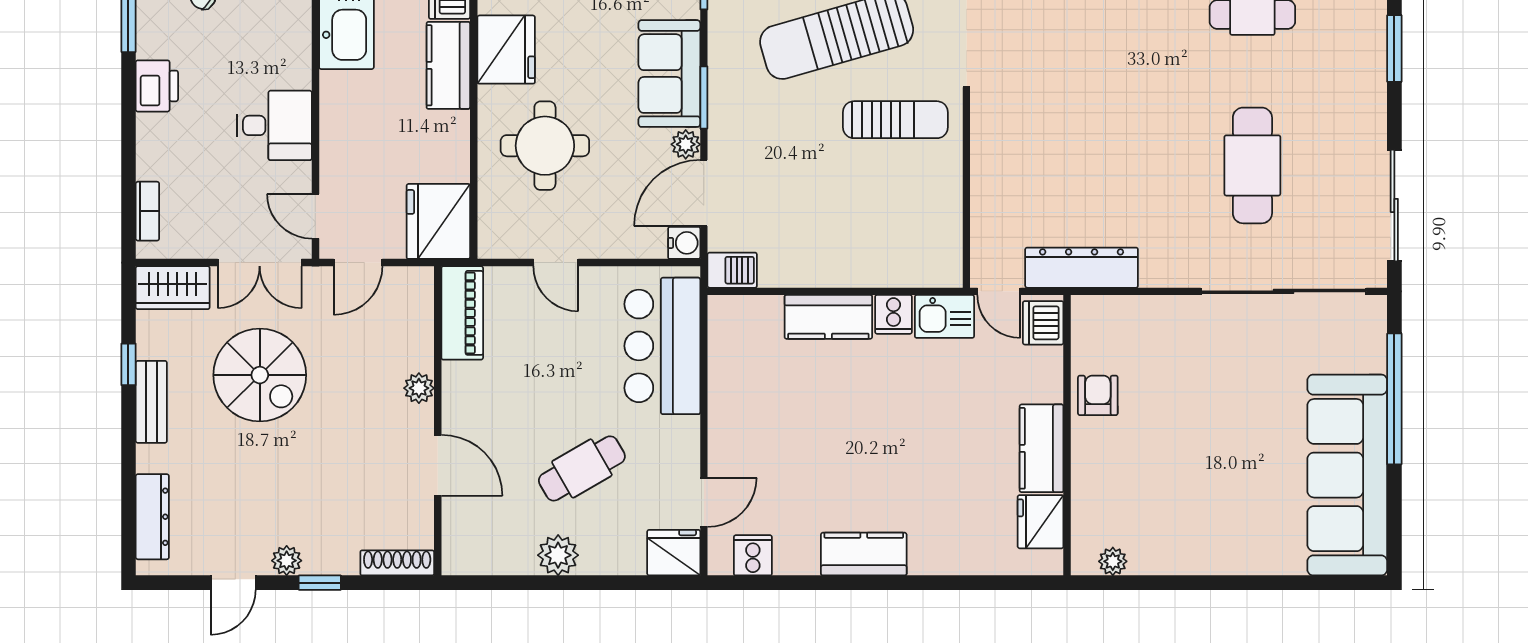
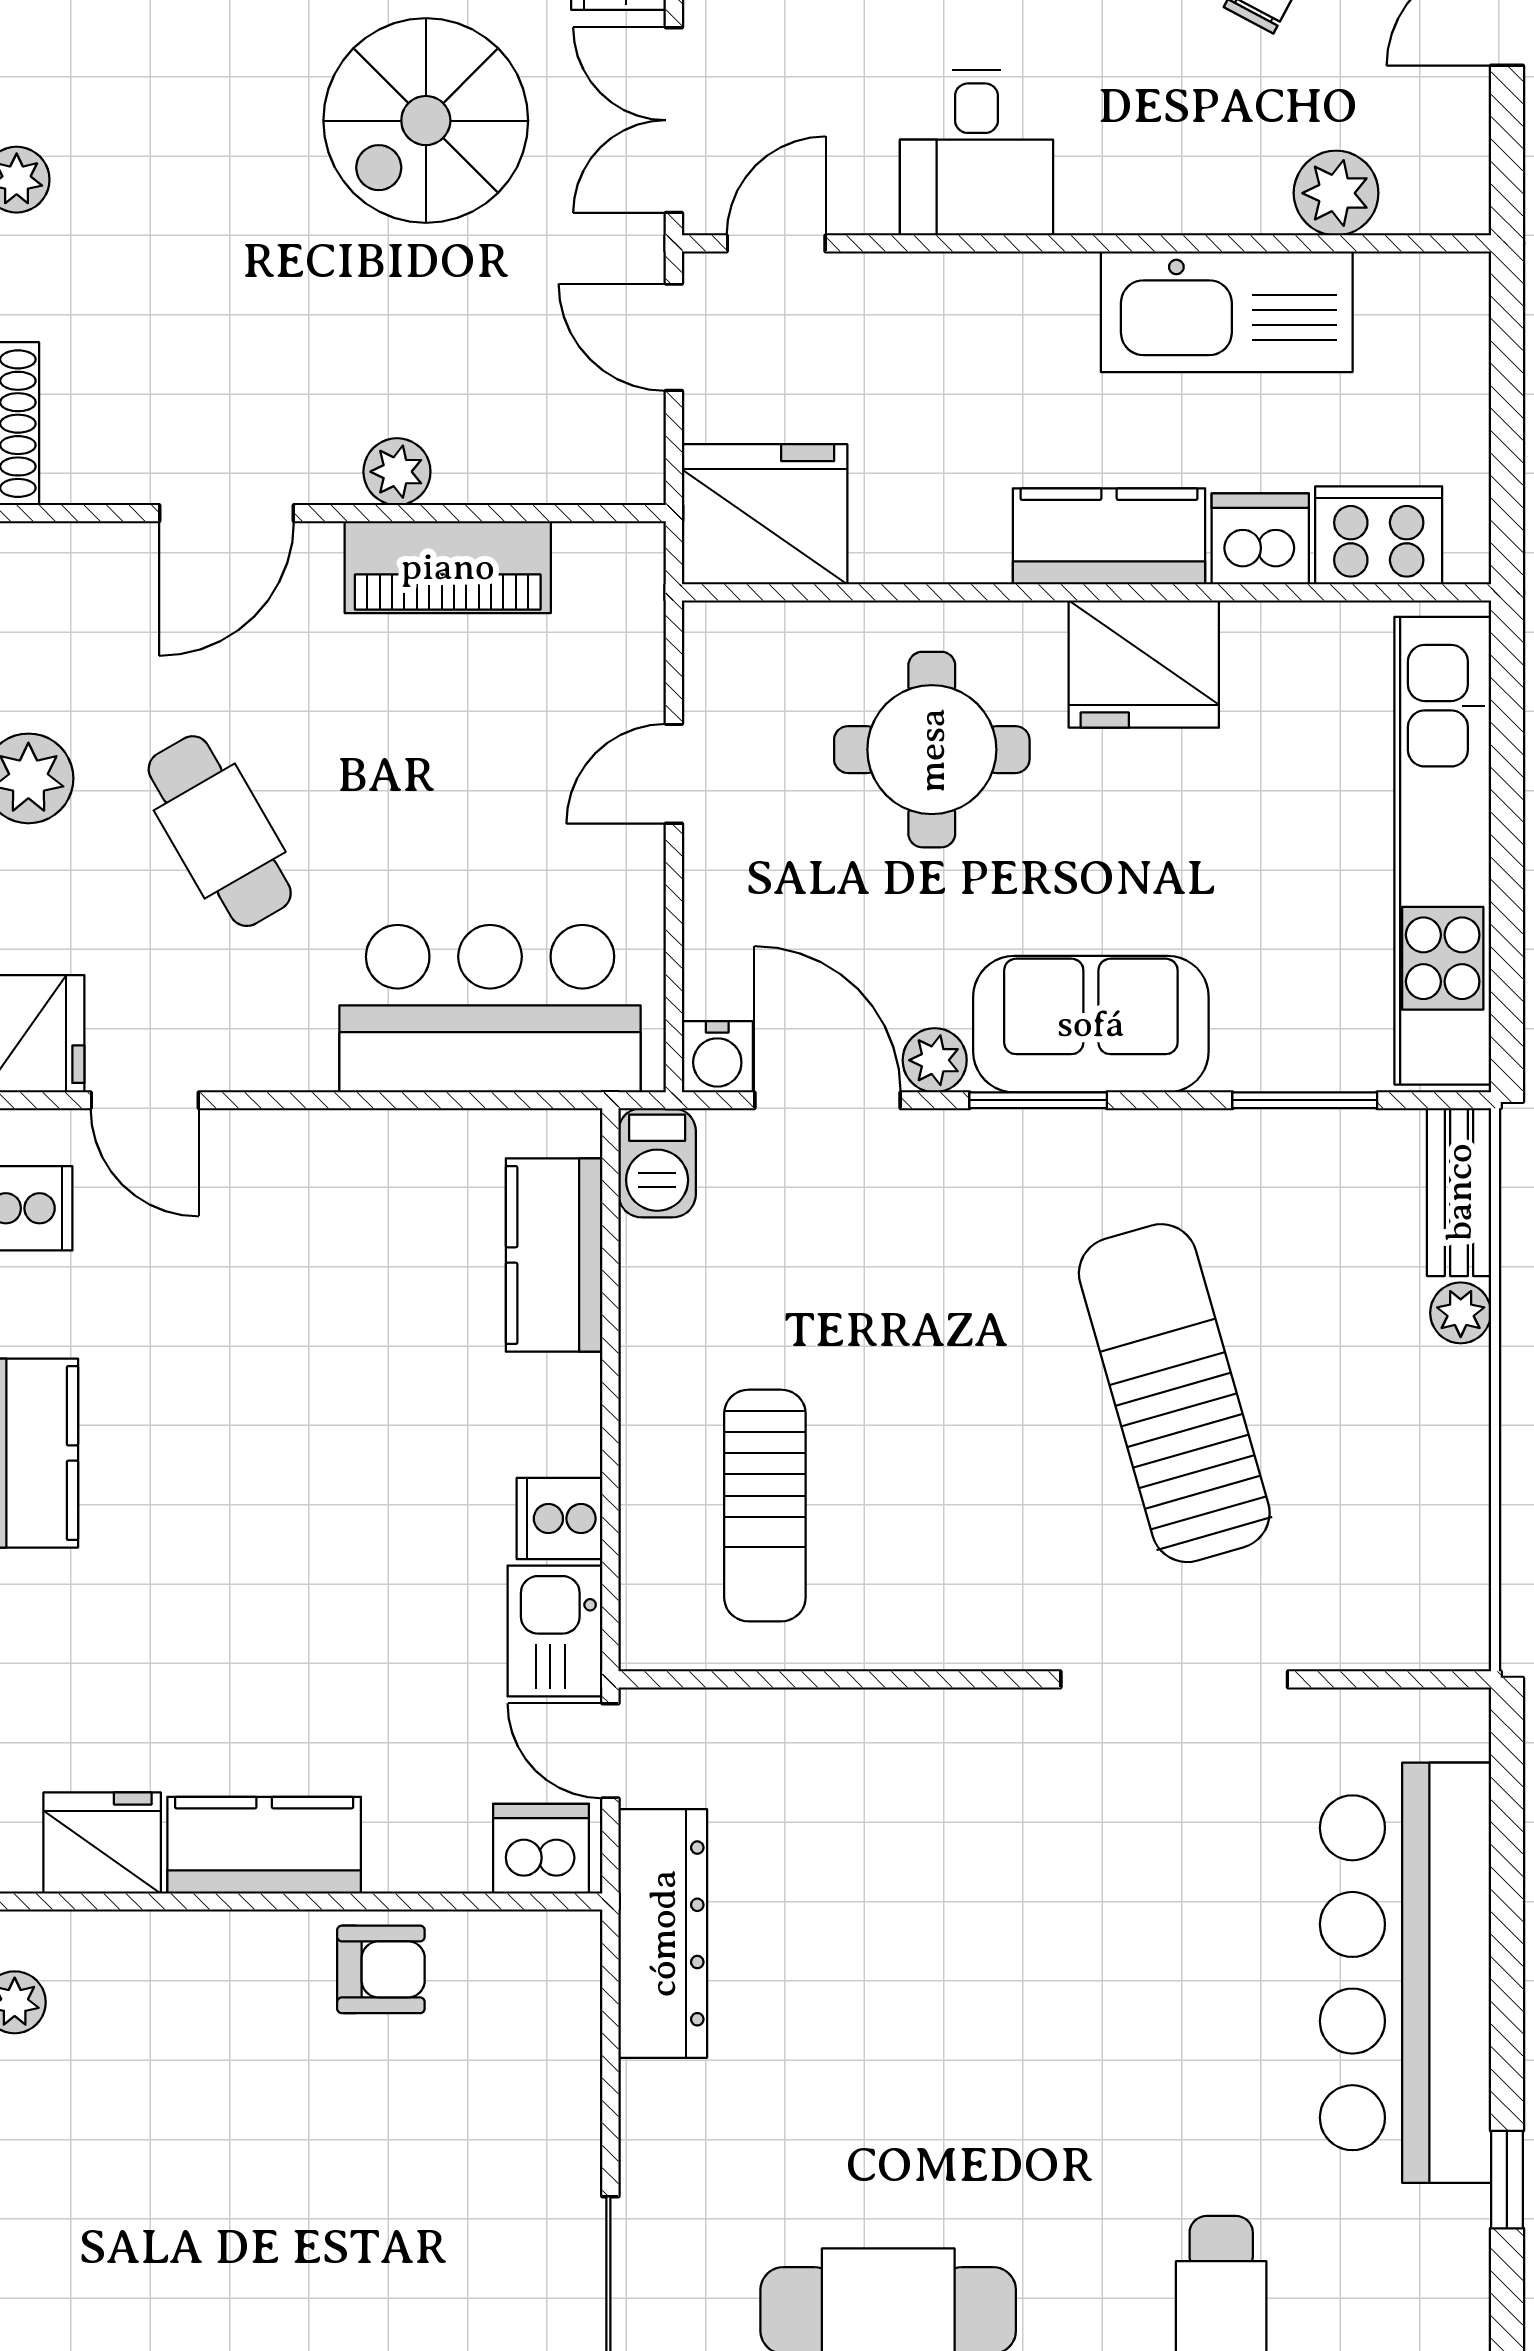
sun lounger: (895, 120) -> (765, 1506), moved
door: (999, 291) -> (610, 1751), hinge flipped
piano: (462, 313) -> (448, 567), moved
kitchen counter: (828, 317) -> (554, 1255), moved

